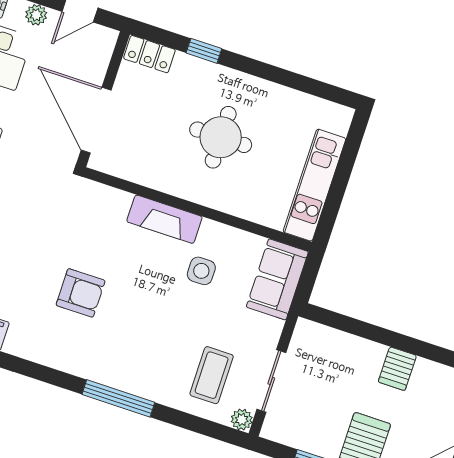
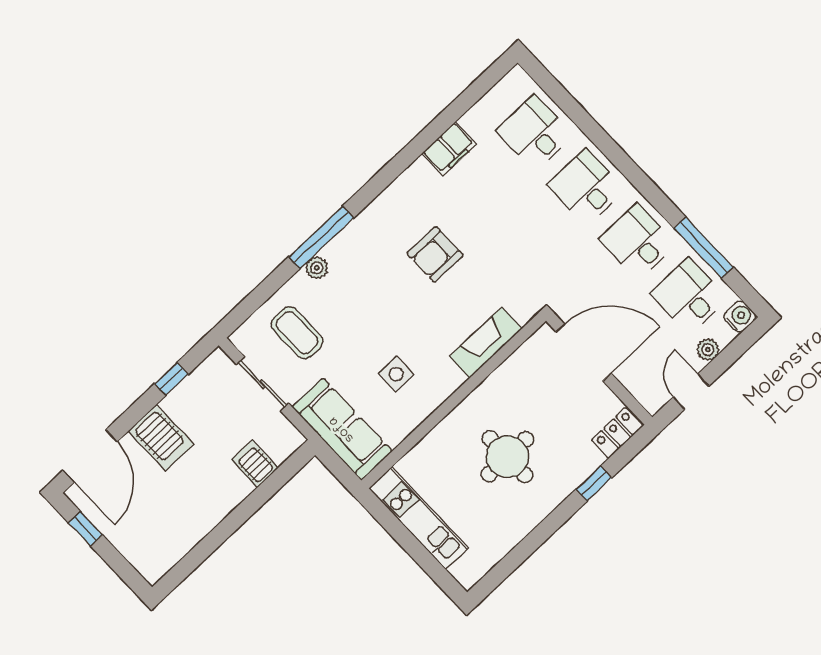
fireplace: (164, 219) -> (486, 342), moved
sofa: (277, 279) -> (342, 429), width x1.36
server rack: (397, 369) -> (255, 464), moved
plant: (242, 420) -> (317, 268), moved

